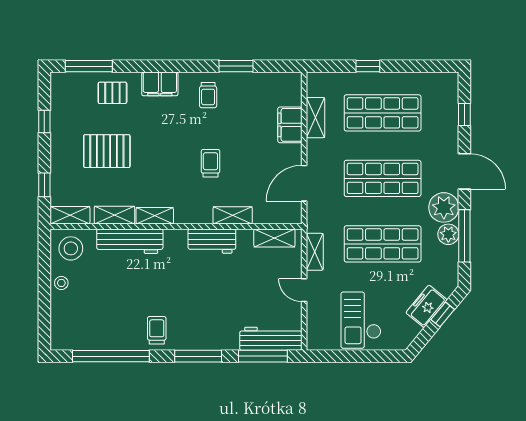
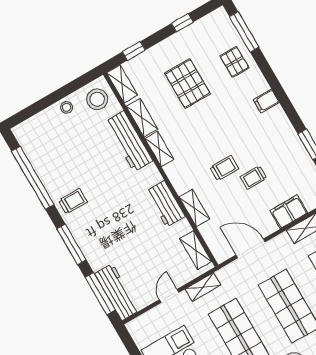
filing cabinet: (160, 84) -> (266, 101), width x0.50
trolley: (208, 95) -> (253, 177), moved

